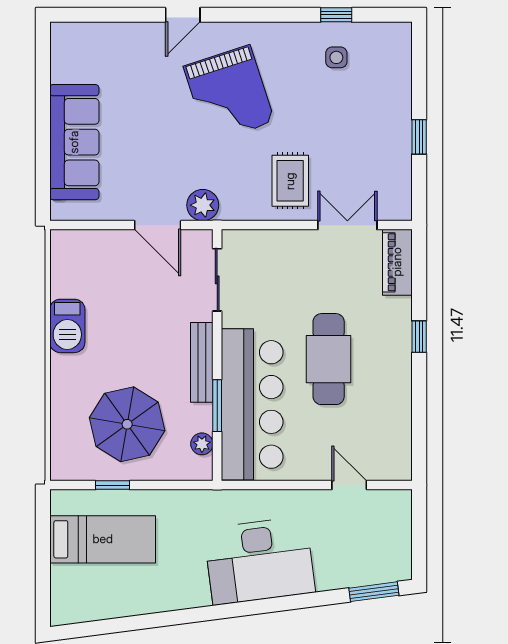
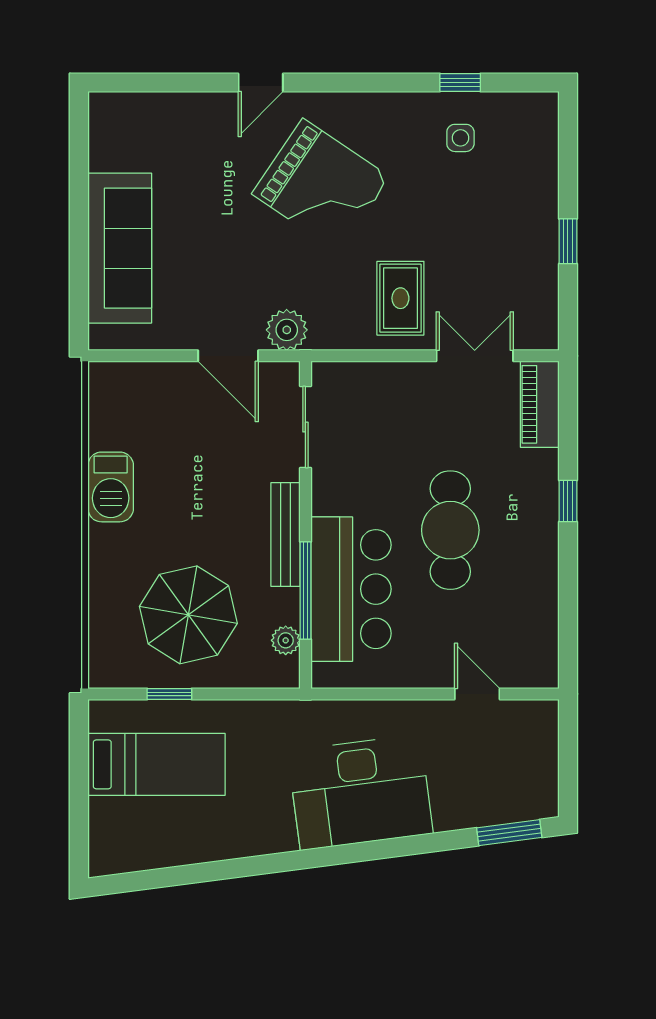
grand piano: (229, 94) -> (321, 185), turned -38
bar counter: (252, 404) -> (351, 589), width x0.73
window: (217, 406) -> (305, 591), width x1.44

